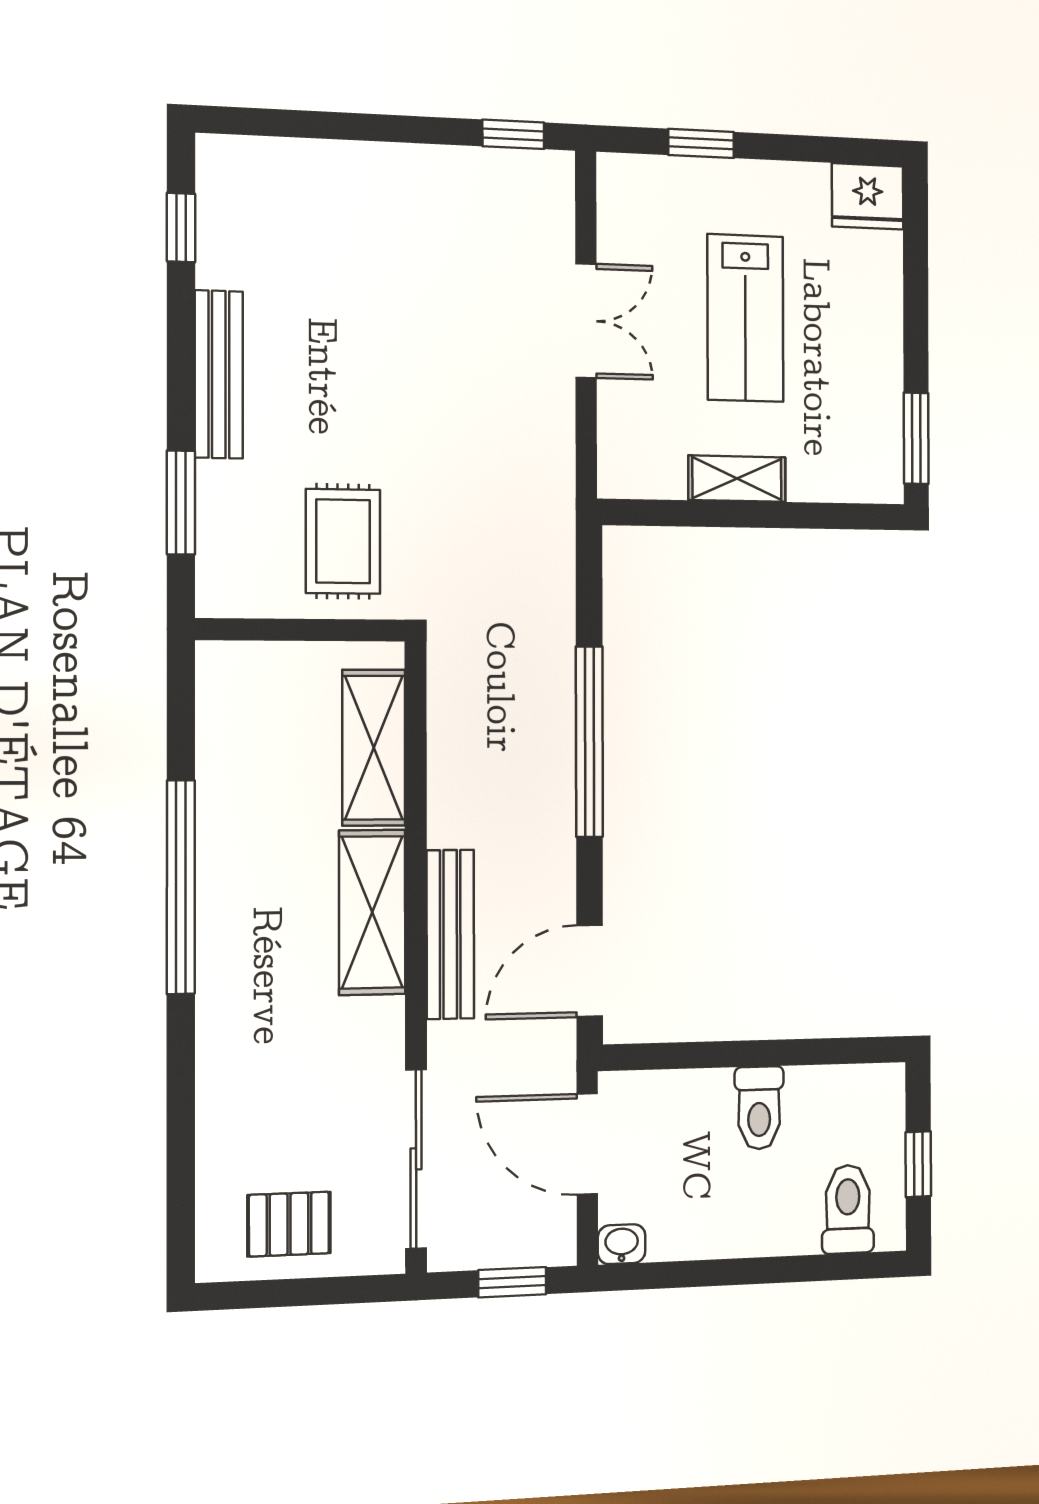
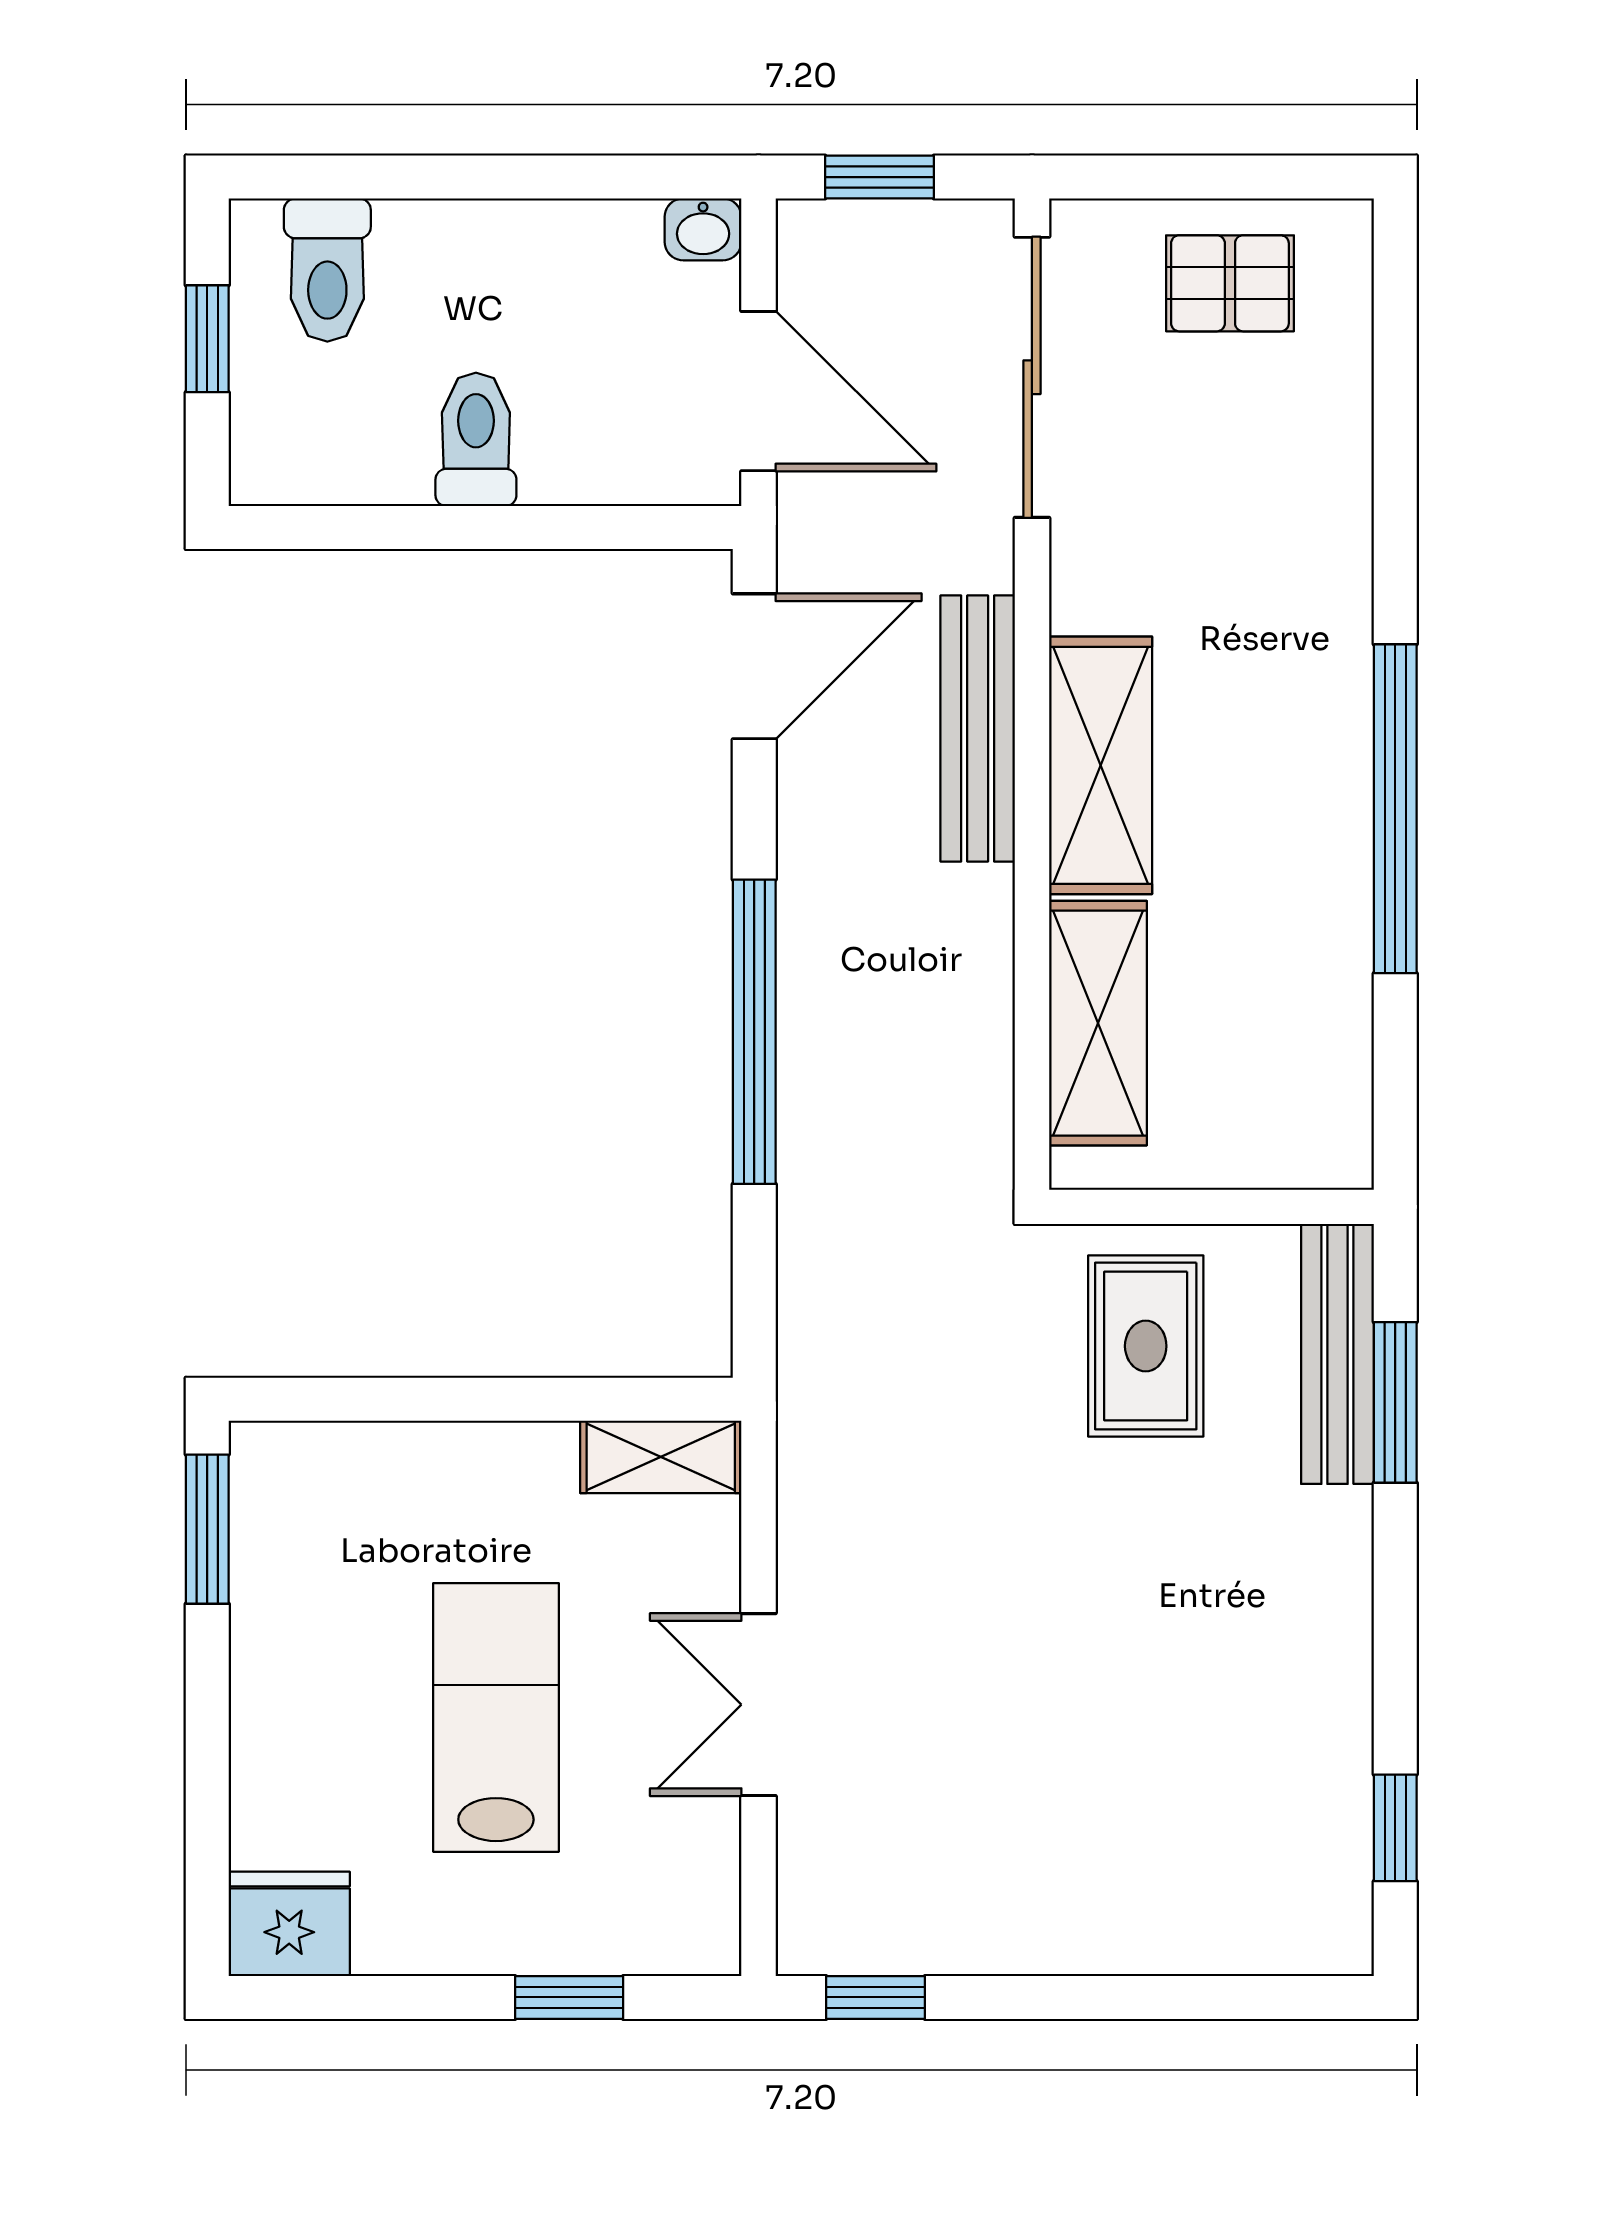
bench: (219, 374) -> (1337, 1354), moved
shelving: (737, 479) -> (661, 1457), moved

